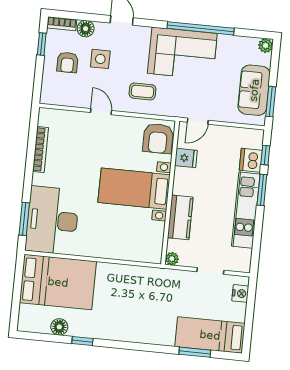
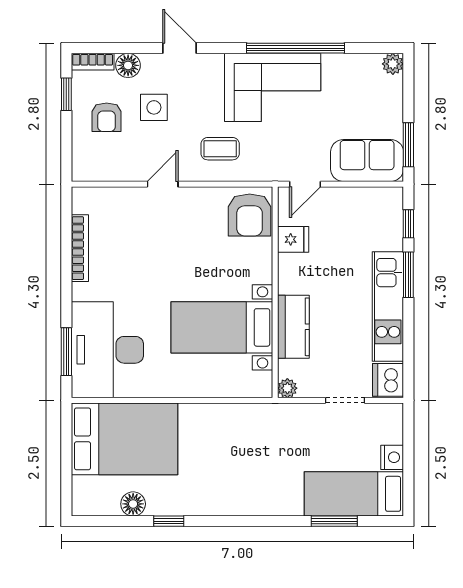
sofa: (254, 90) -> (367, 161), moved, turned 90
door: (101, 112) -> (163, 184), hinge flipped
dishwasher: (251, 160) -> (388, 380), moved
bed with nightstands: (134, 189) -> (222, 327), moved
nightstand: (240, 293) -> (392, 457), moved

